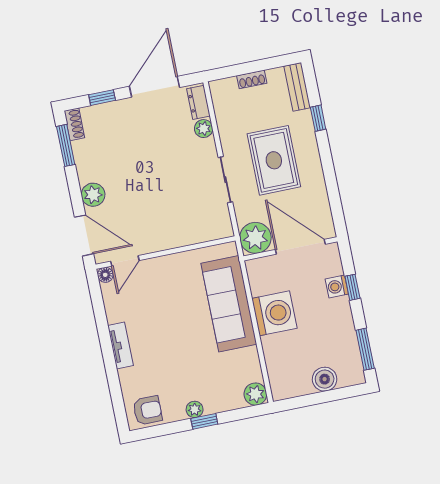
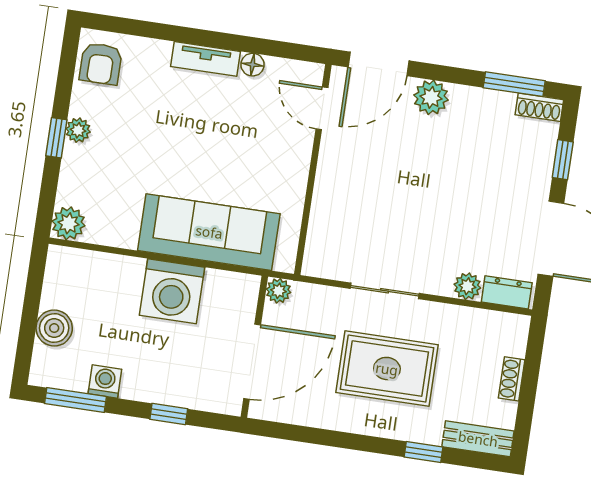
plant: (255, 238) -> (278, 291), width x0.53, depth x0.53
floor lamp: (105, 275) -> (252, 65), moved
washing machine: (337, 287) -> (105, 381), moved

